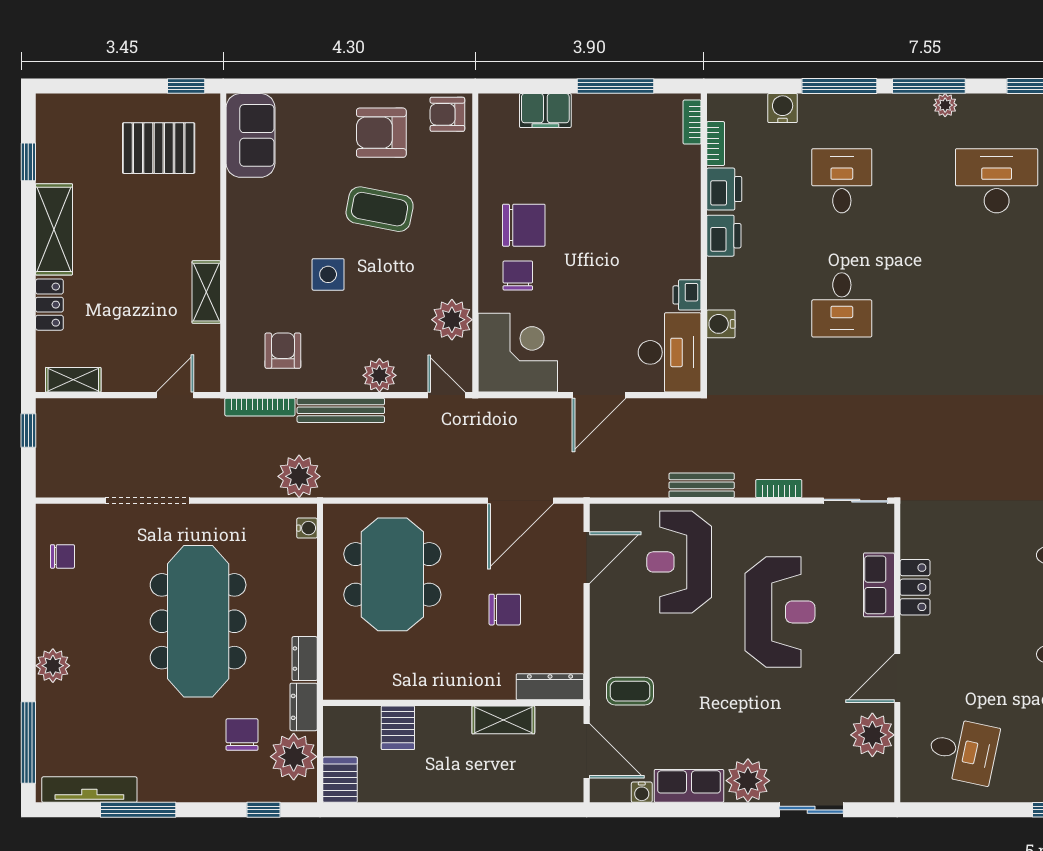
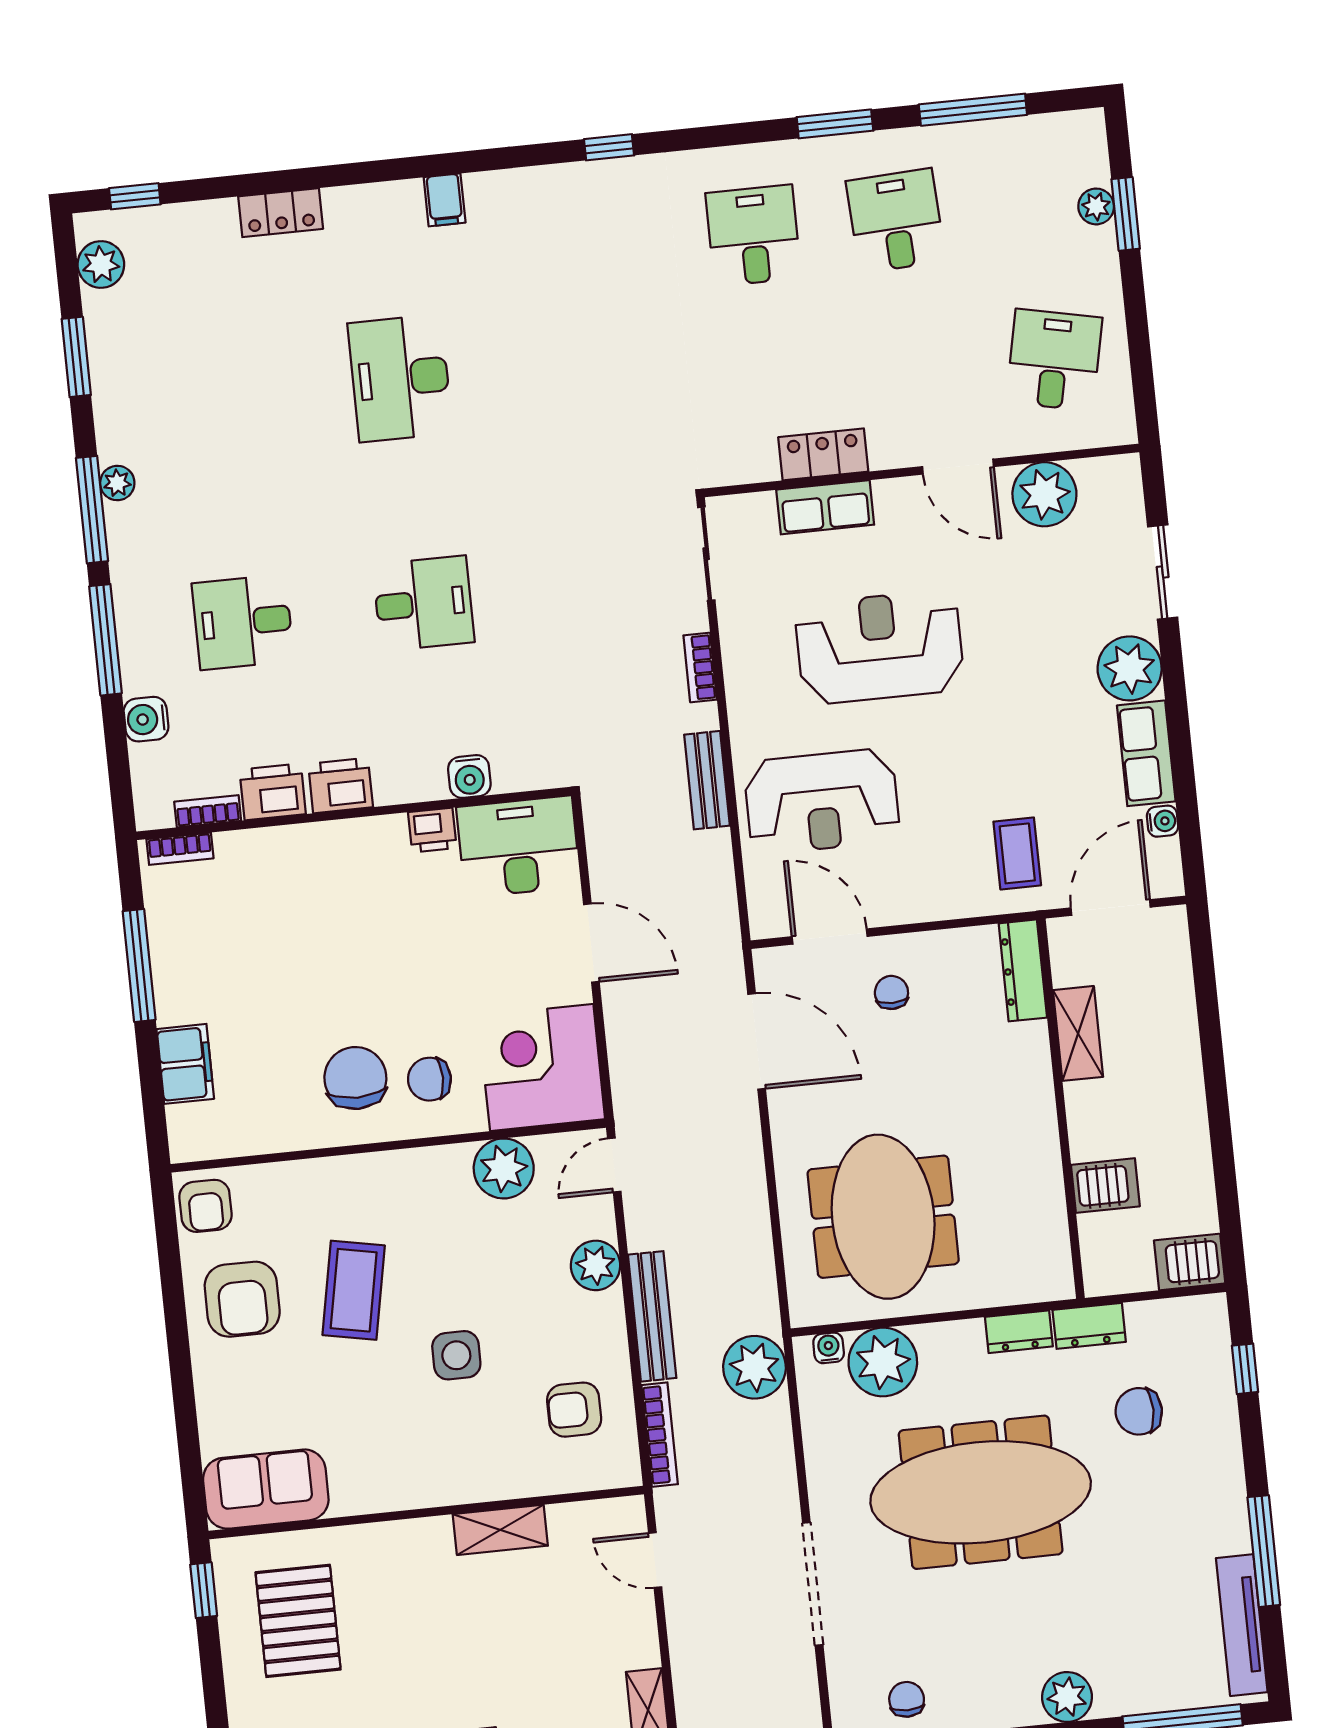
desk: (997, 181) -> (400, 378), moved
meeting table: (392, 574) -> (883, 1217), turned 90
chair: (505, 610) -> (891, 992), moved, width x0.73, depth x0.73
plant: (294, 757) -> (883, 1362), moved

